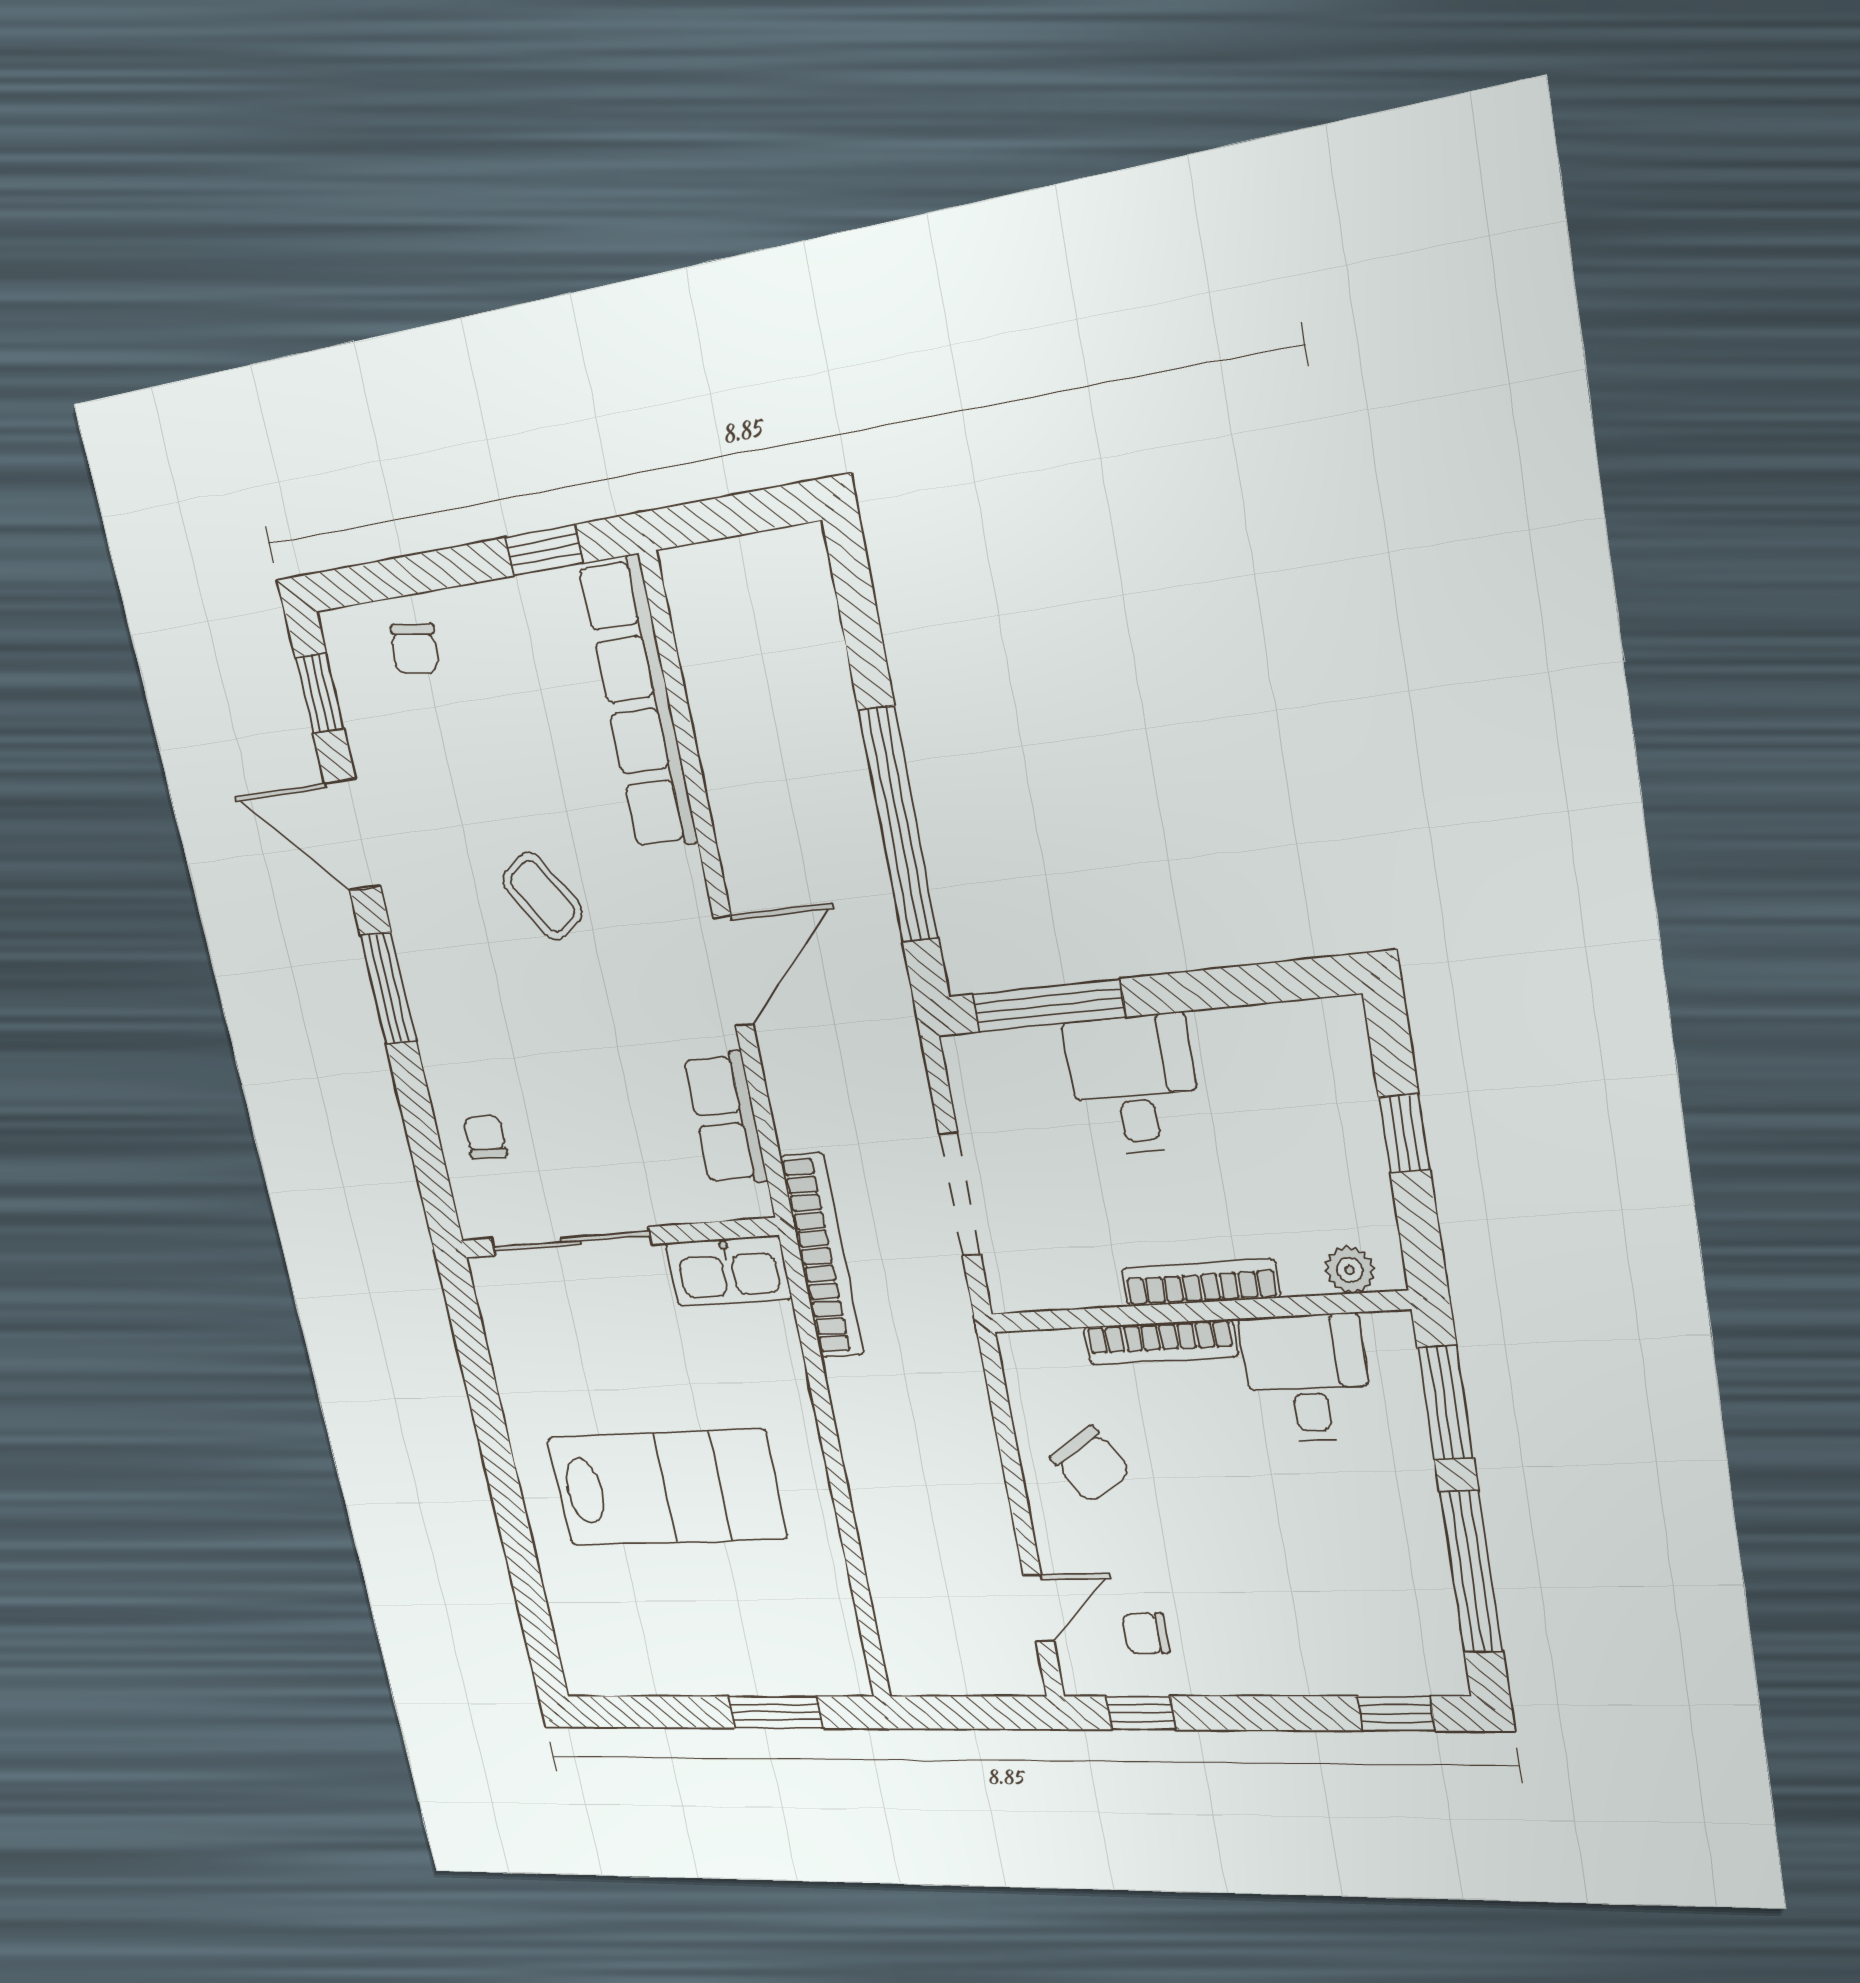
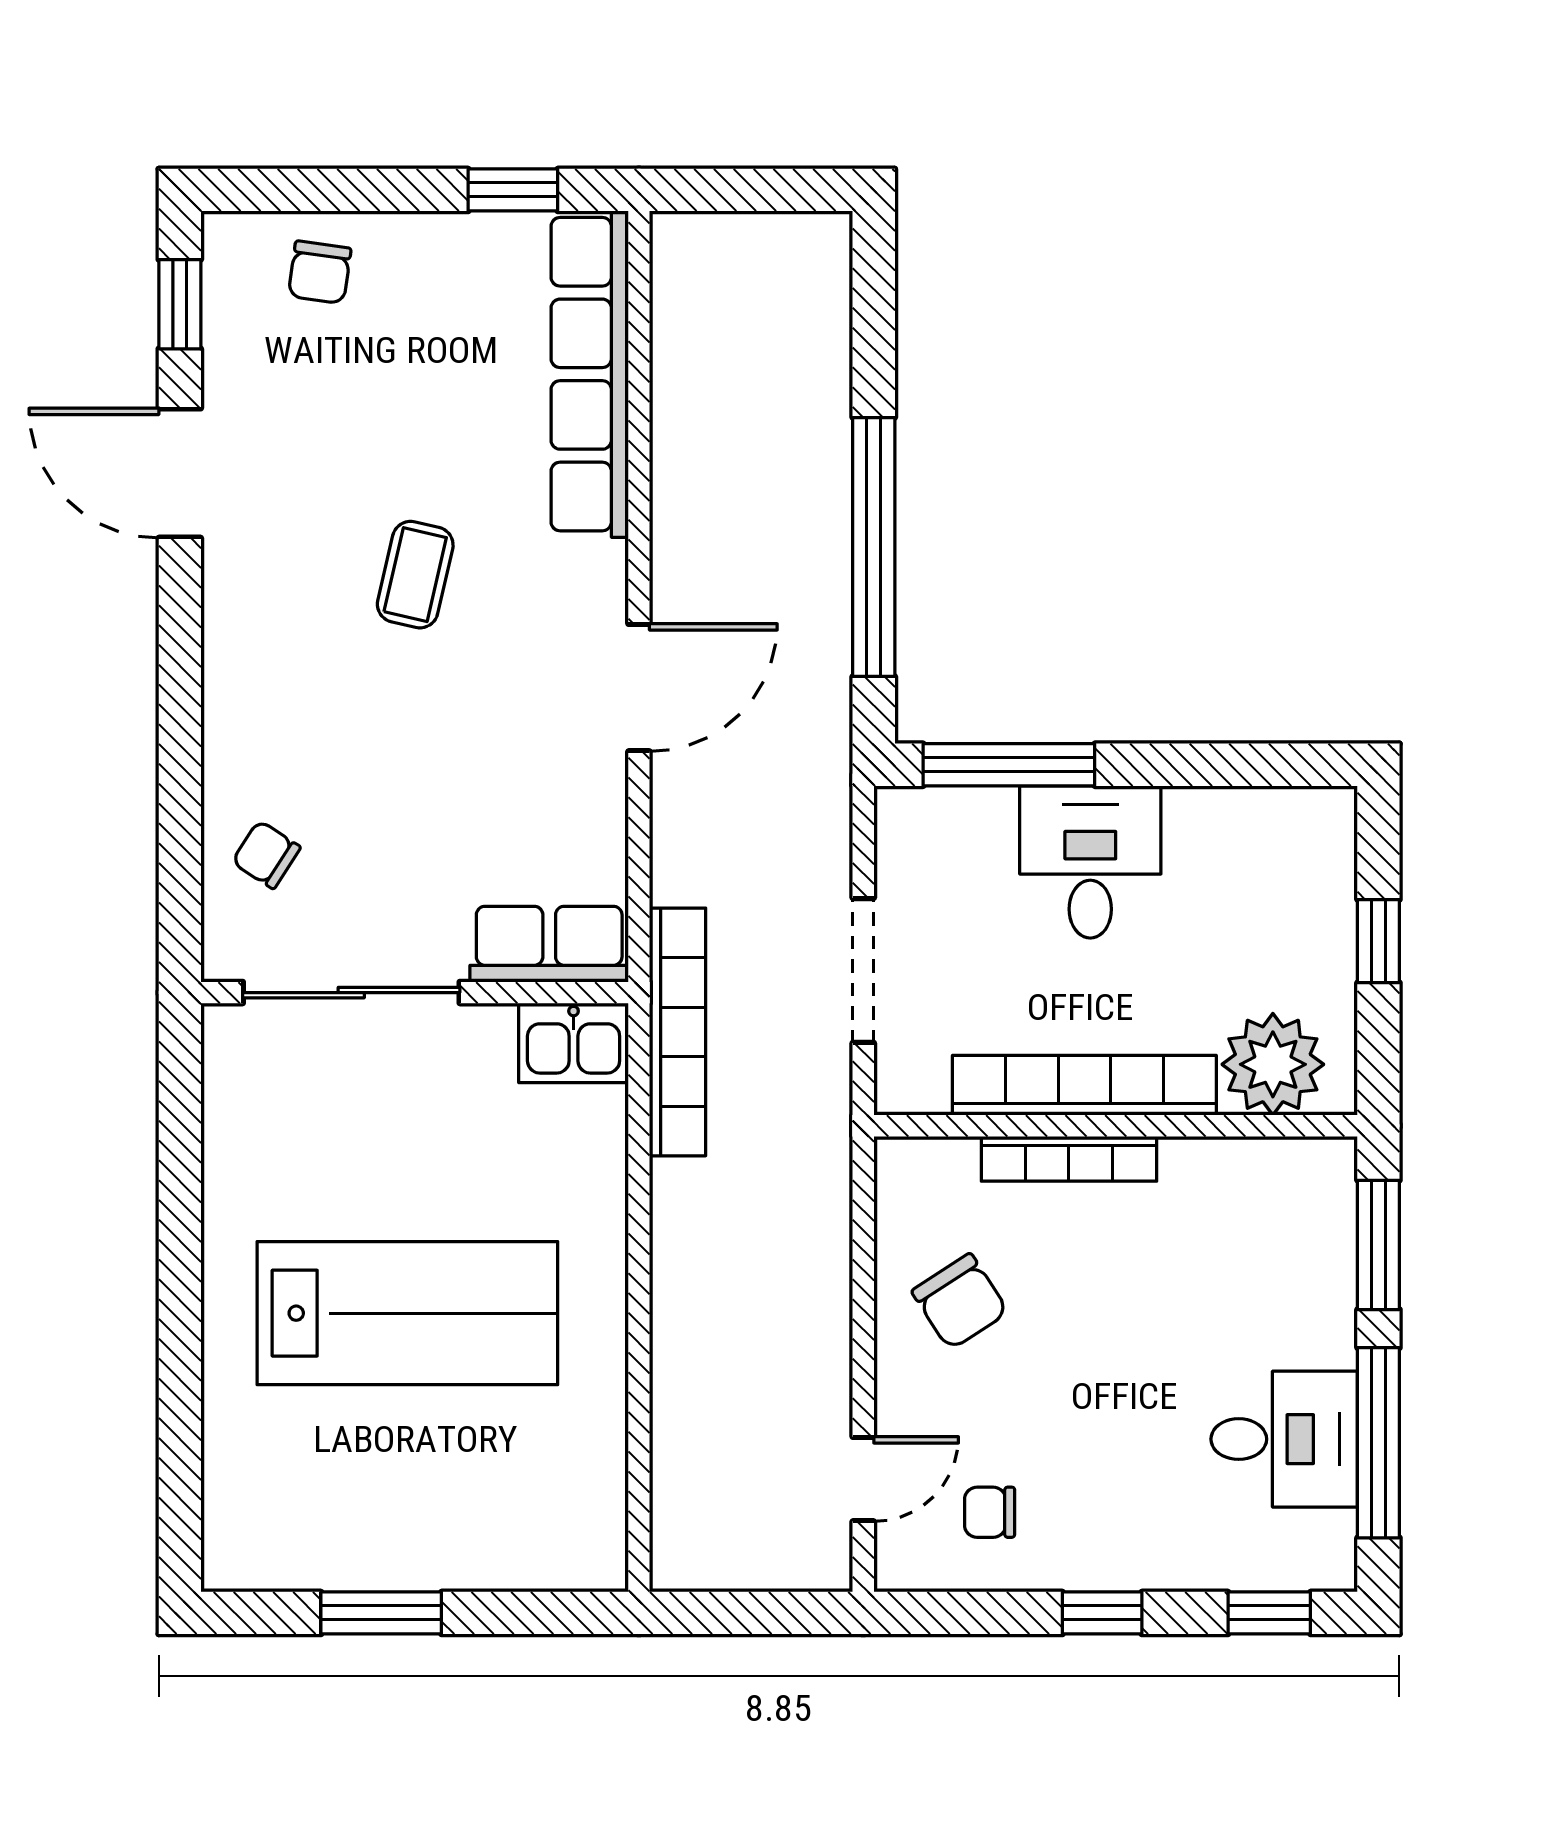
coffee table: (542, 896) -> (415, 575), turned 47
window: (388, 988) -> (180, 661), removed
row of seats: (726, 1119) -> (549, 944), moved, turned 90
chair: (485, 1137) -> (266, 855), turned -57
plant: (1350, 1270) -> (1273, 1064), width x1.87, depth x1.87
kitchen sink: (728, 1271) -> (574, 1043), width x0.73
bookcase: (1200, 1283) -> (1084, 1085), width x1.48, depth x1.31
desk: (1307, 1378) -> (1284, 1439), moved, turned 90
window: (775, 1712) -> (381, 1613), moved
window: (1141, 1713) -> (1102, 1613), moved

